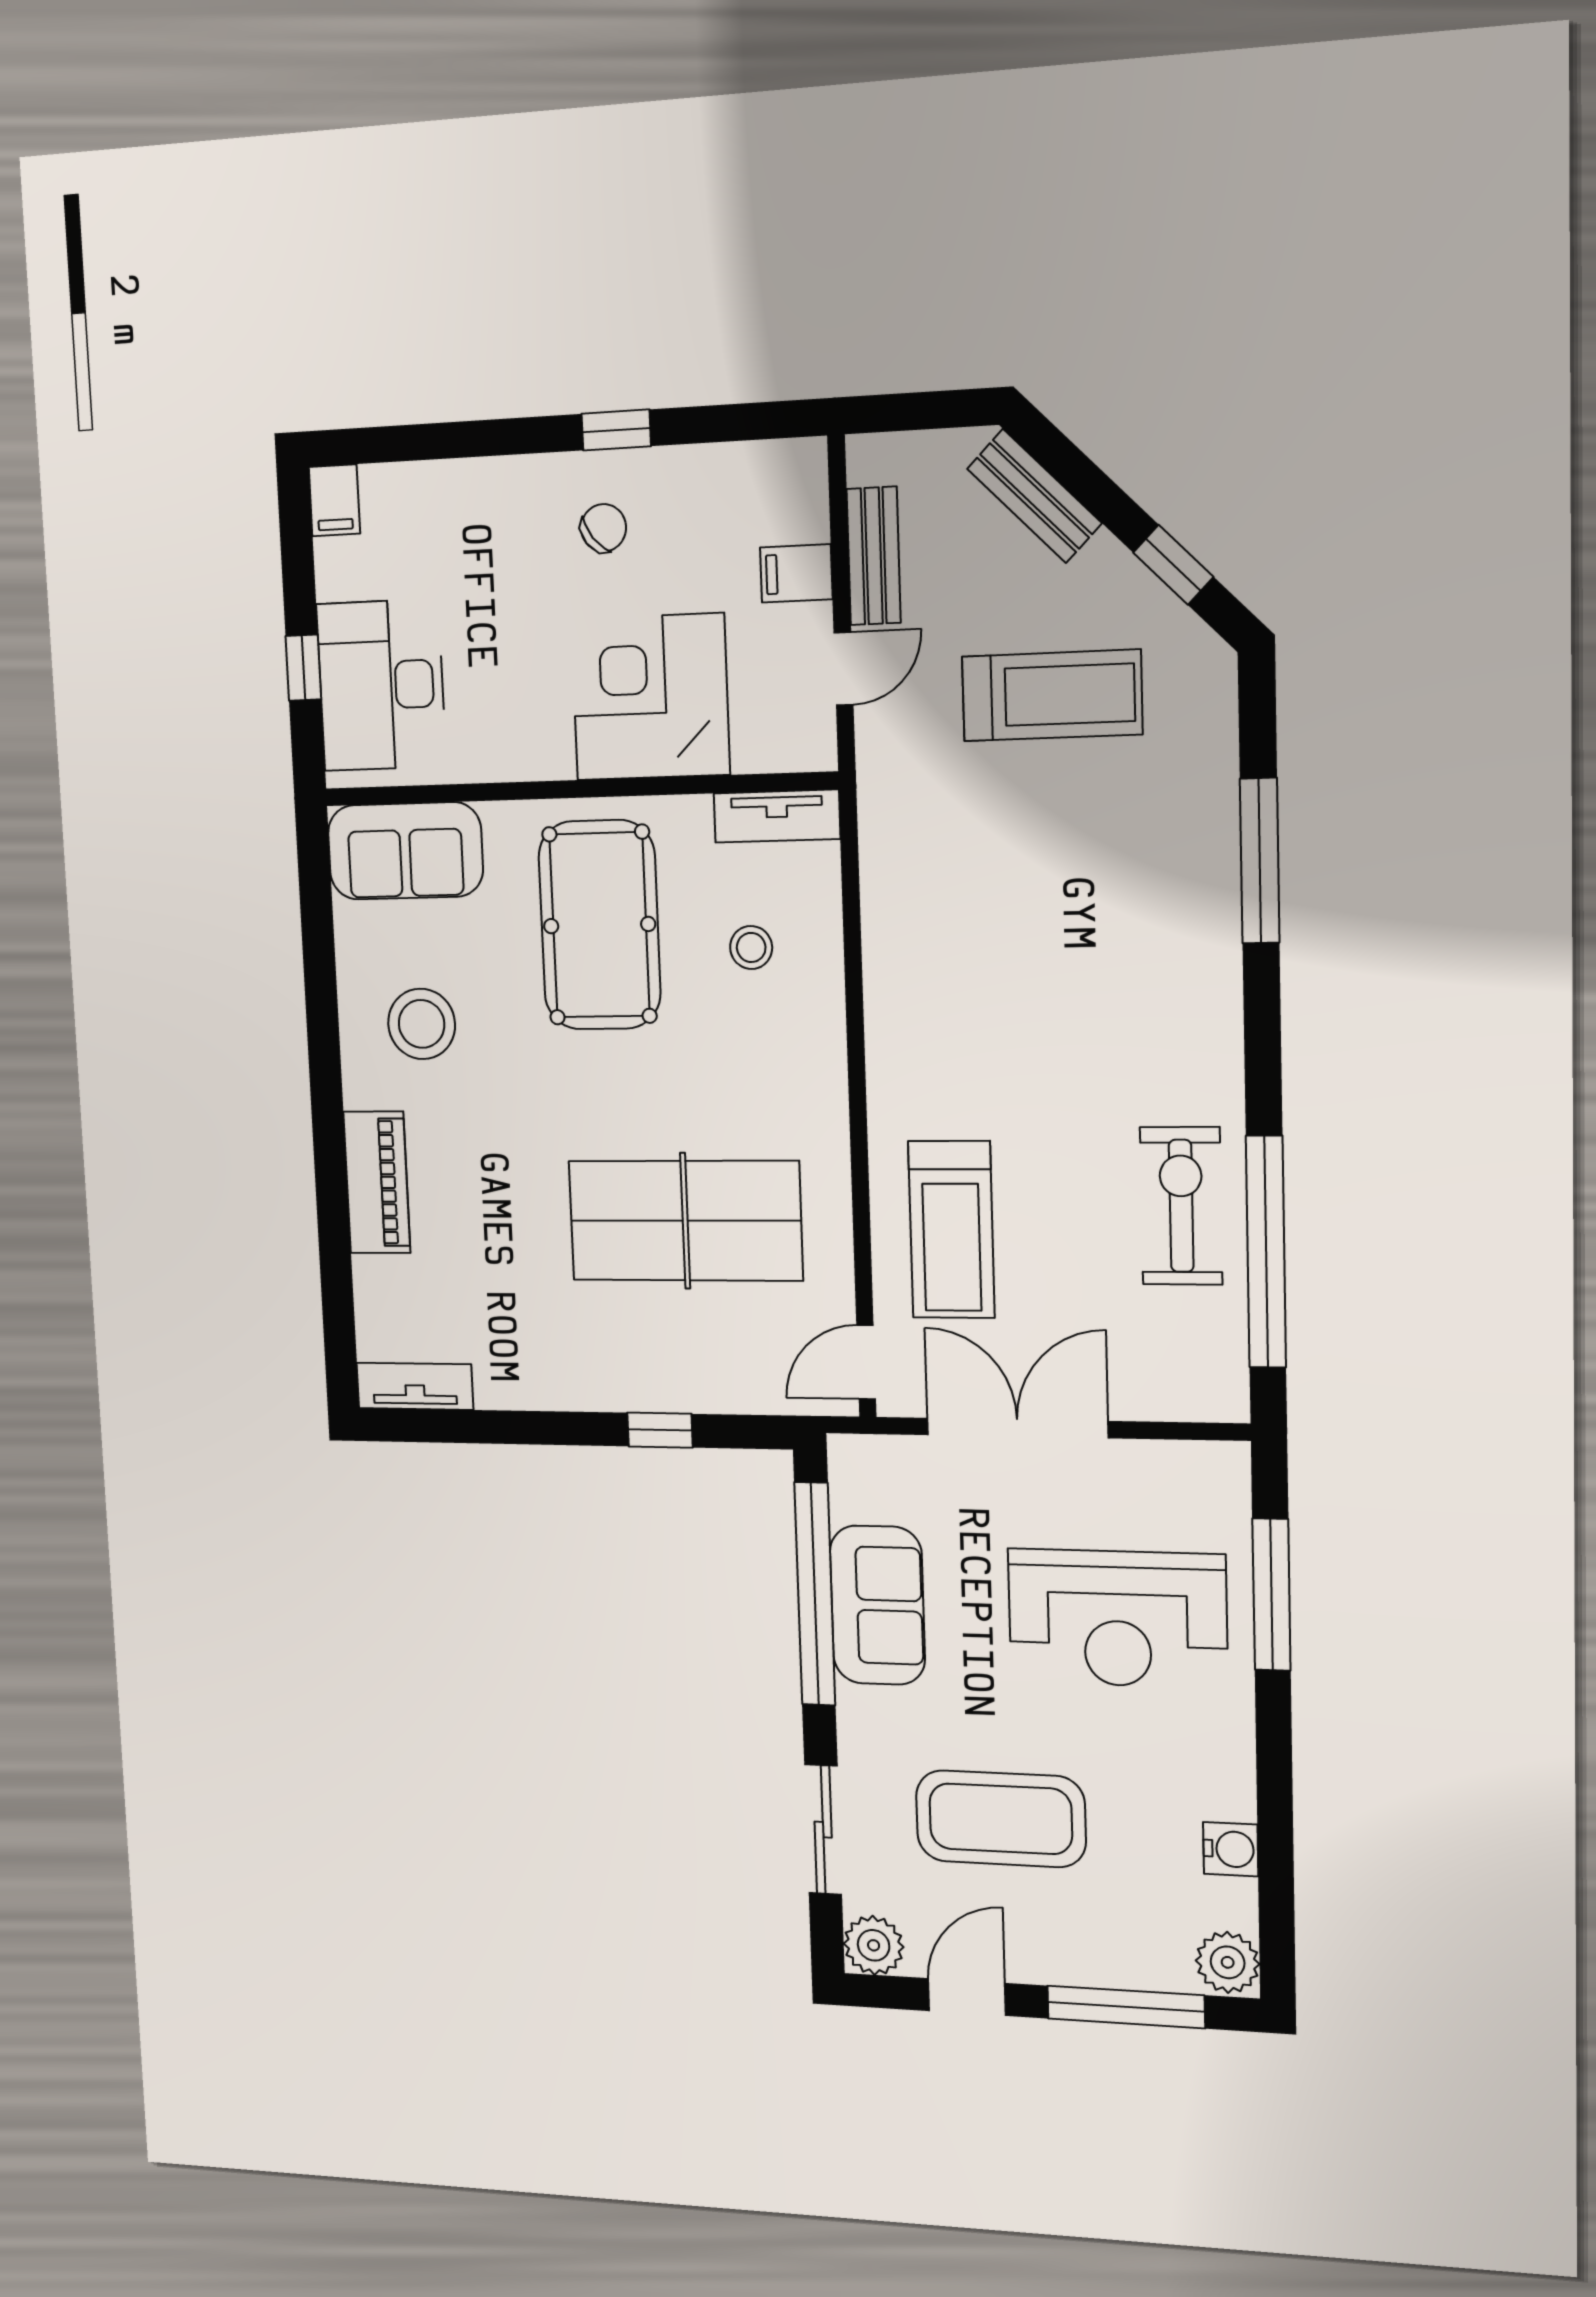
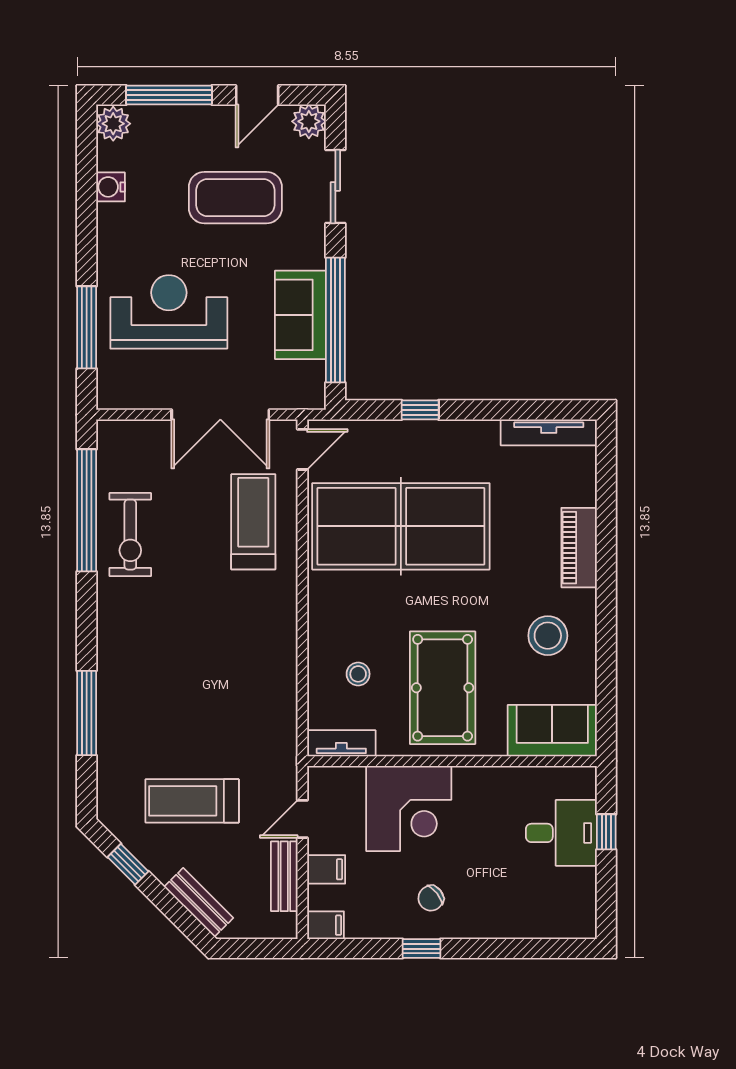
filing cabinet: (334, 500) -> (326, 925), moved, turned 90
desk: (381, 685) -> (561, 833), width x0.73
table tennis table: (685, 1221) -> (401, 526), width x1.36, depth x1.32
tv unit: (415, 1386) -> (549, 432), width x1.41

